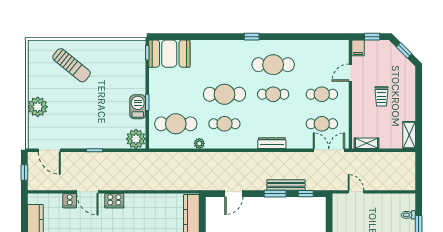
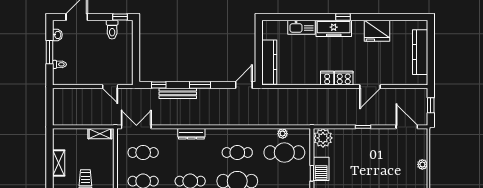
plant: (38, 107) -> (422, 164), width x0.53, depth x0.53
shelving: (409, 135) -> (59, 163), moved
plant: (199, 143) -> (283, 134), moved
double door: (329, 150) -> (136, 127), swing flipped
door: (87, 192) -> (370, 87), swing flipped
door: (234, 194) -> (244, 85), moved
window: (275, 194) -> (200, 85), moved
cooker: (70, 201) -> (327, 78), moved

